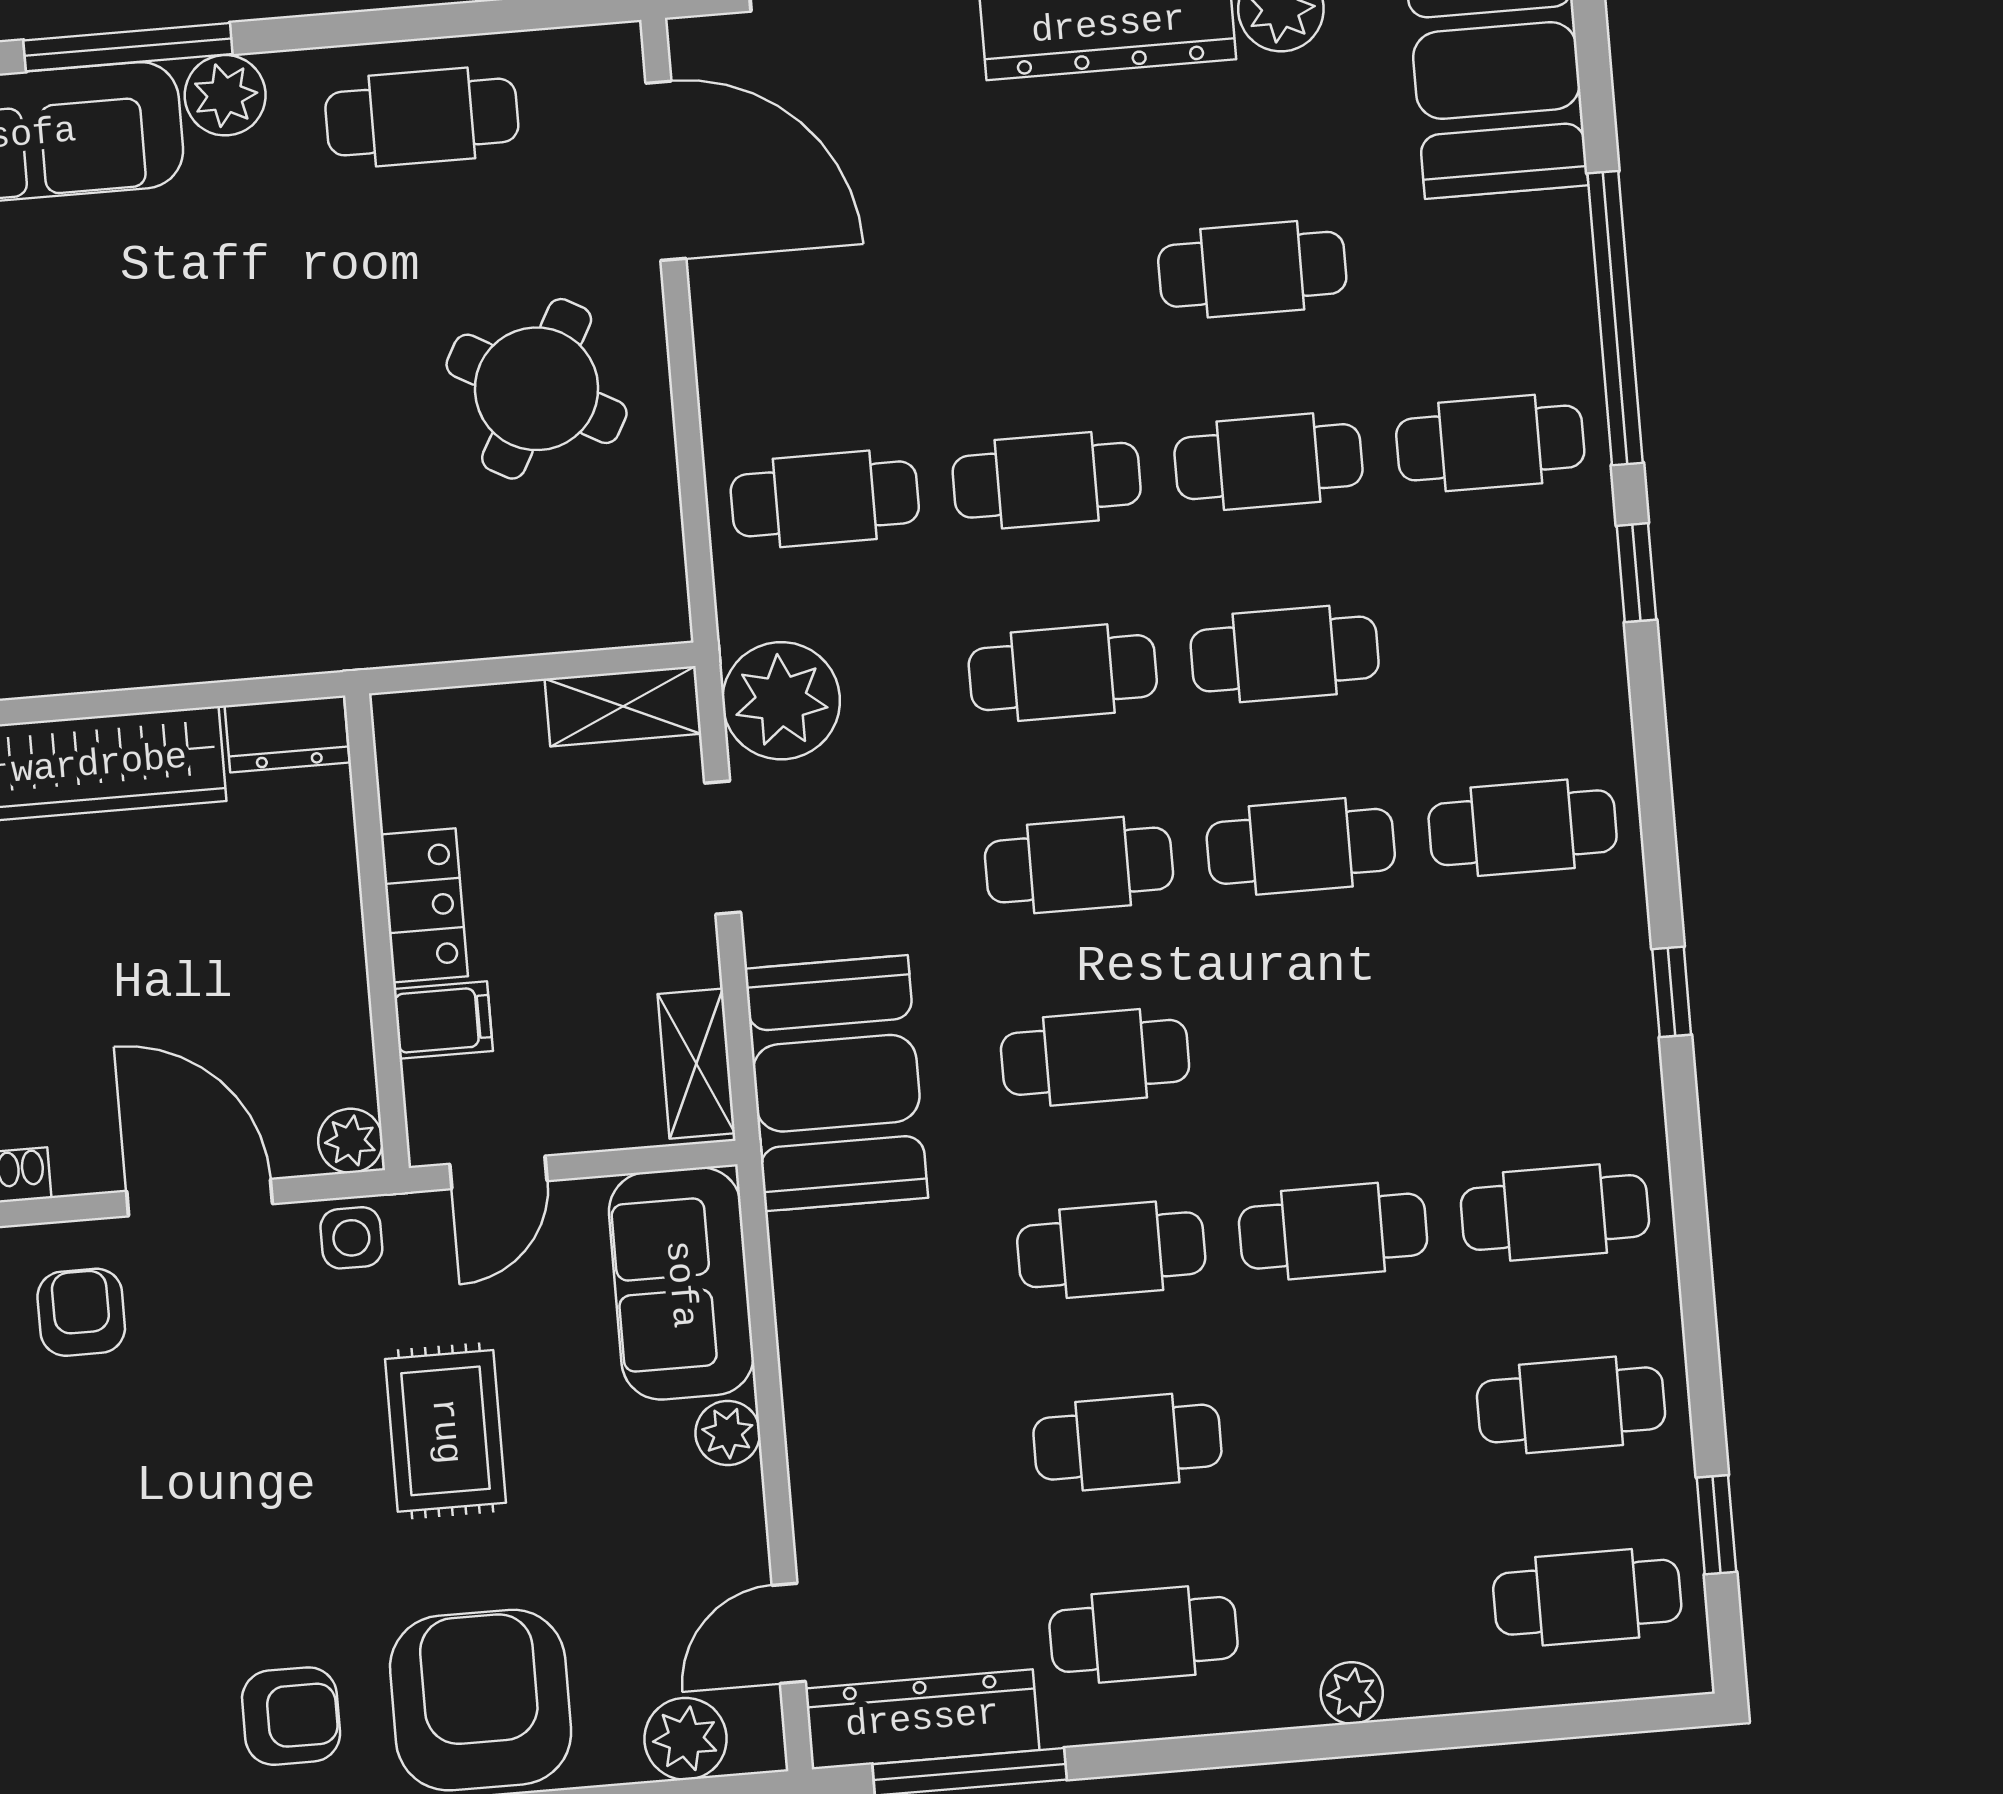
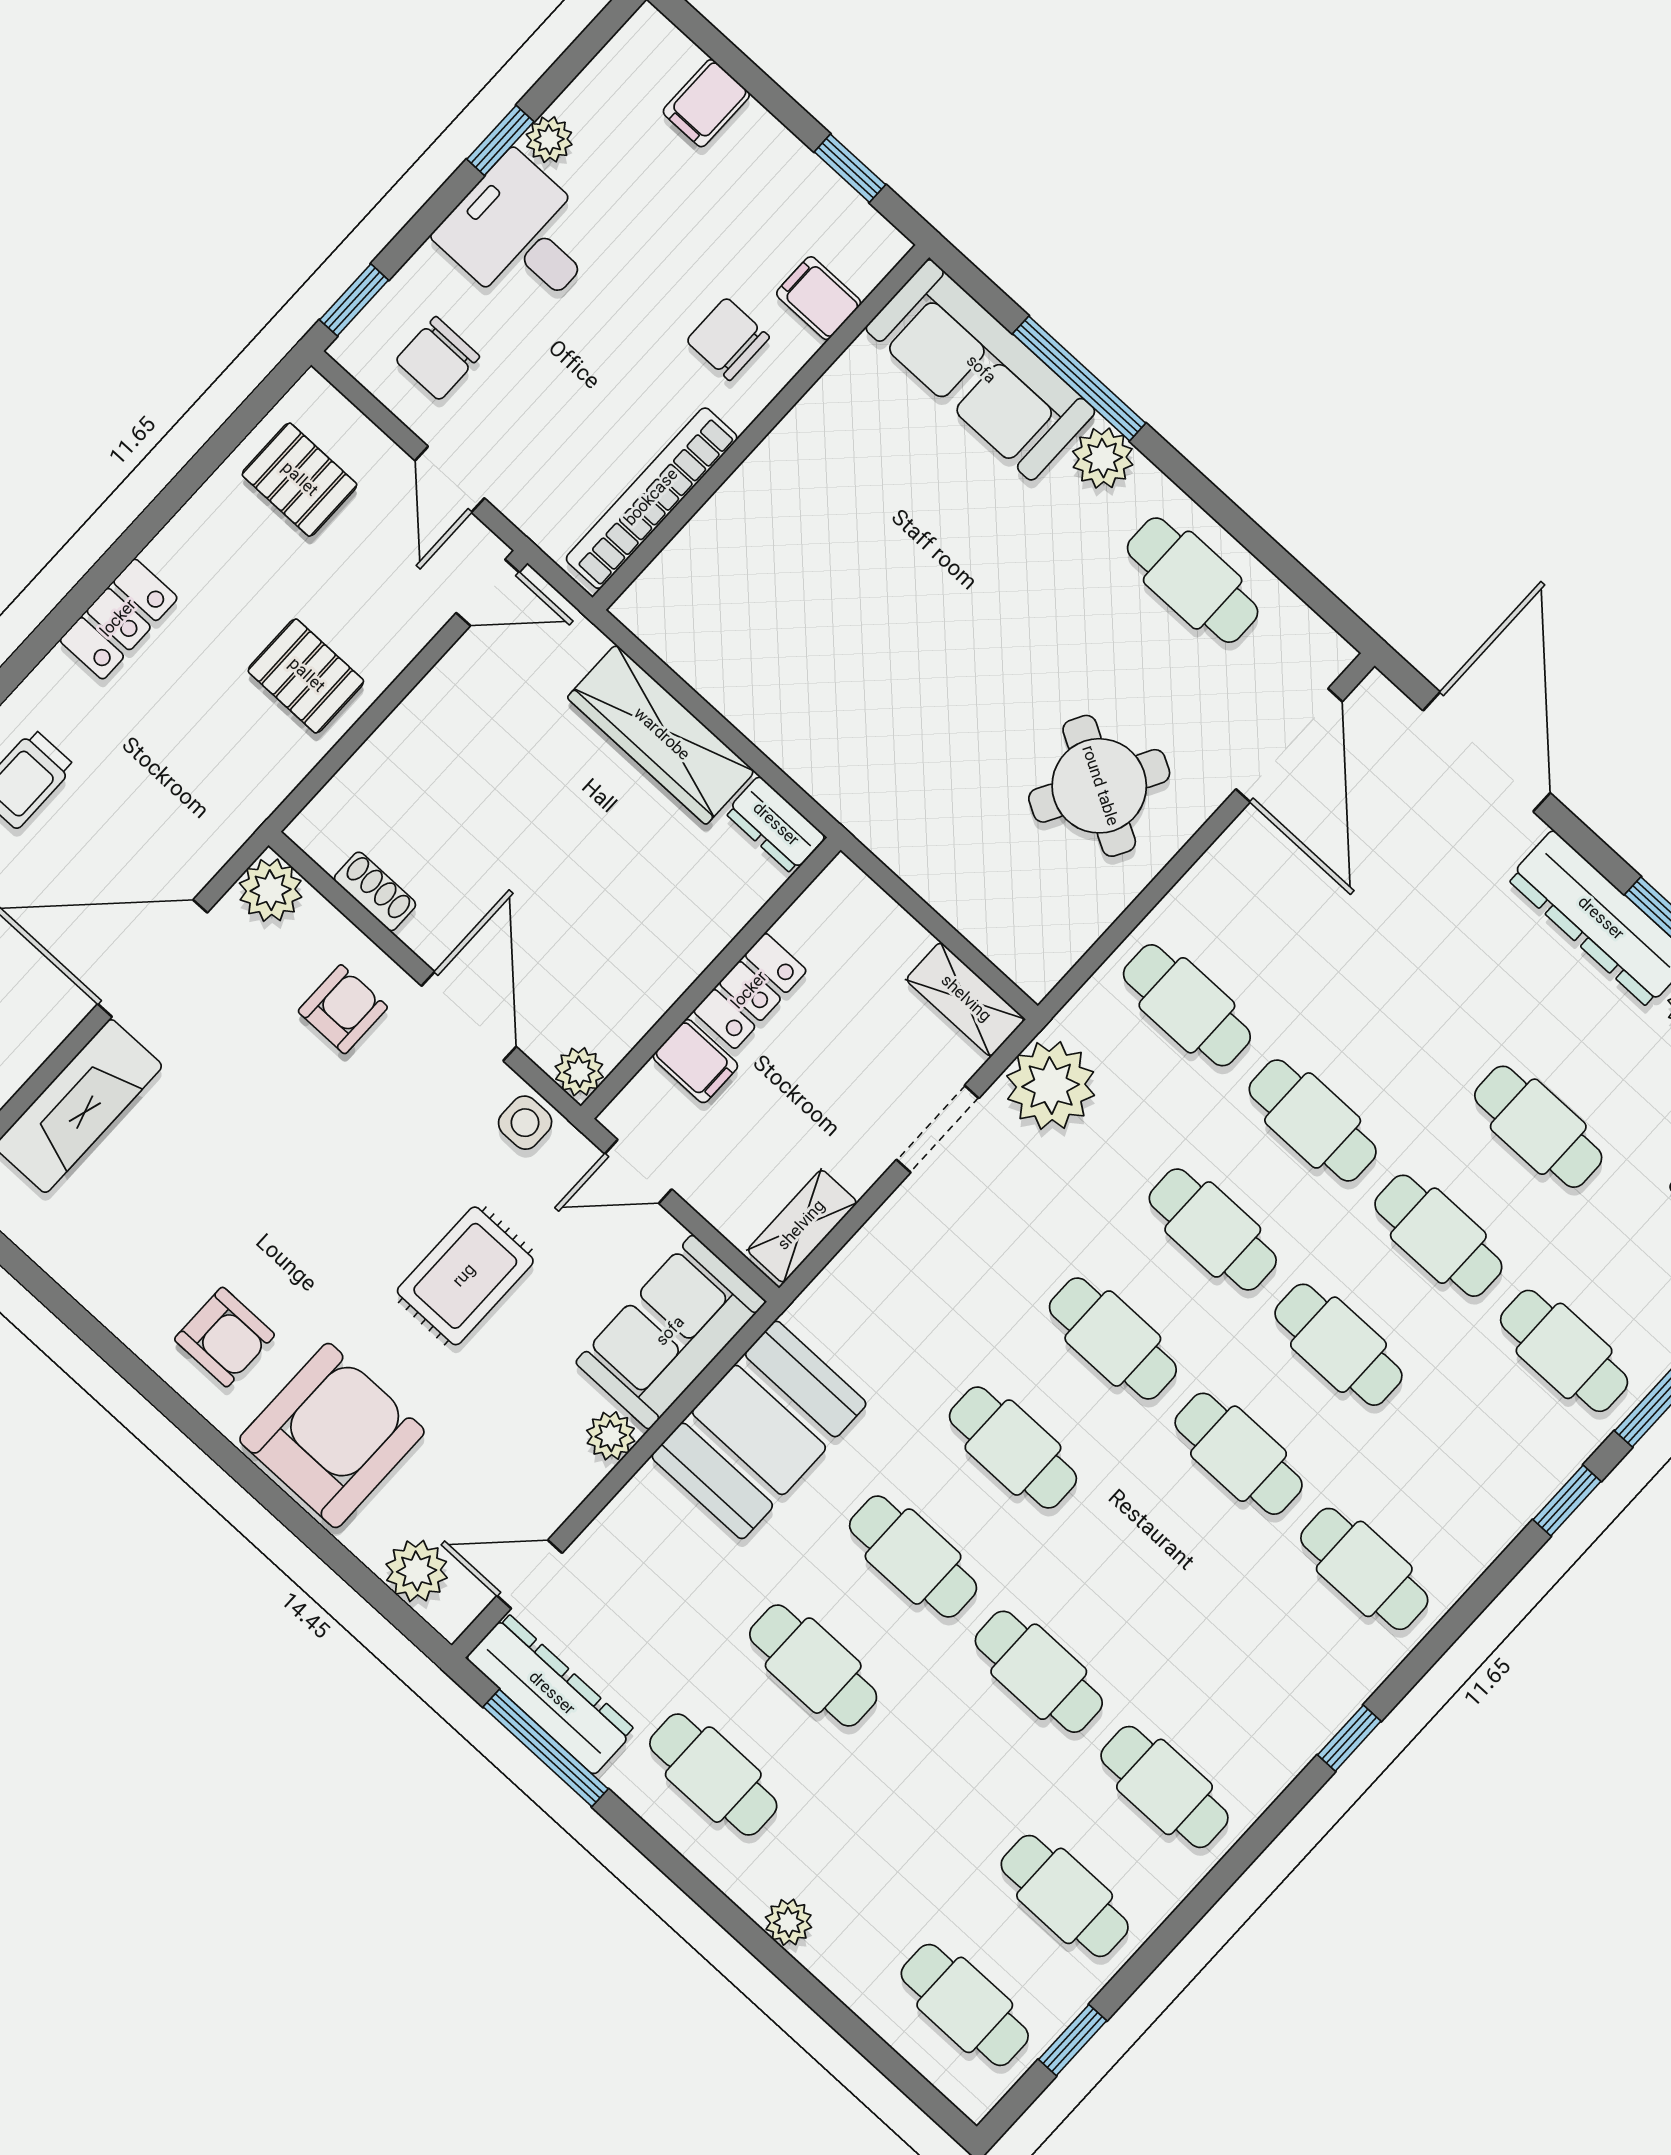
booth: (836, 1083) -> (759, 1430), moved

